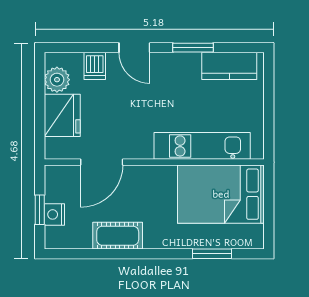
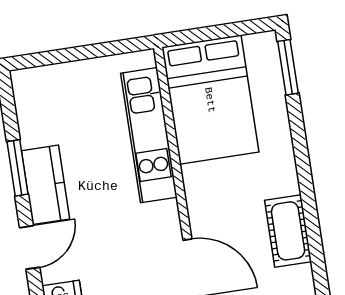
kitchen counter: (229, 66) -> (45, 185), moved
window: (212, 254) -> (288, 67), moved

